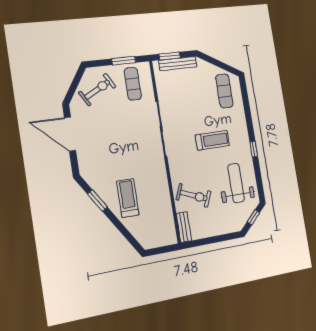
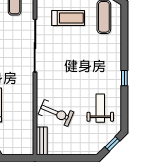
treadmill: (212, 140) -> (68, 18), moved
weight bench: (236, 183) -> (100, 108), width x0.73, depth x0.75

